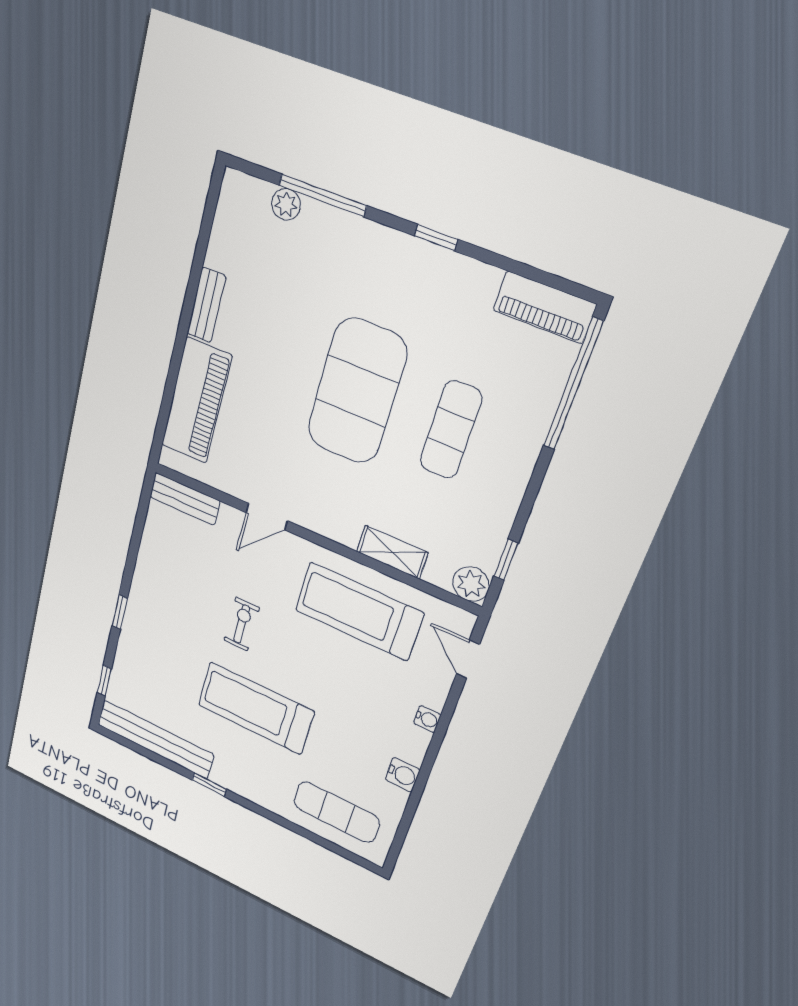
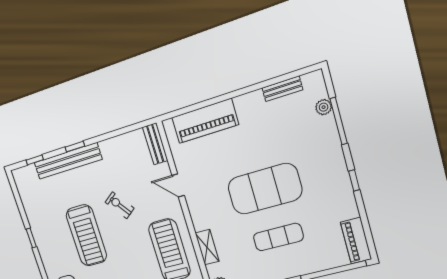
bench: (206, 305) -> (282, 89), moved
exercise bike: (242, 624) -> (120, 205), turned -127
treadmill: (256, 708) -> (86, 235), turned 180
bench: (155, 739) -> (68, 161), moved, turned 90

